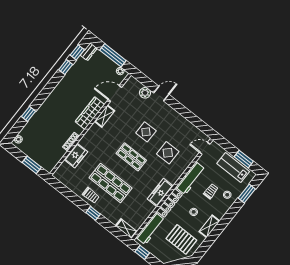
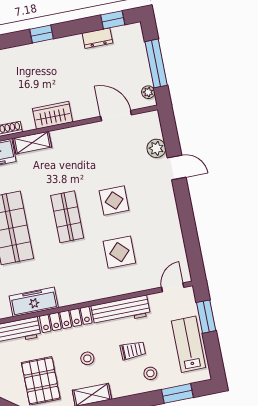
dresser: (89, 52) -> (97, 38), moved
window: (66, 67) -> (42, 34), moved
wardrobe: (90, 113) -> (53, 115), width x0.67
shelving: (105, 116) -> (32, 143), moved
door: (205, 148) -> (173, 287), hinge flipped
window: (244, 159) -> (206, 317), moved
freezer: (160, 192) -> (34, 302), moved

